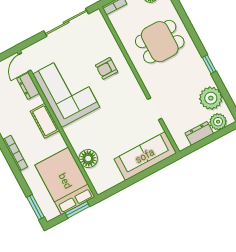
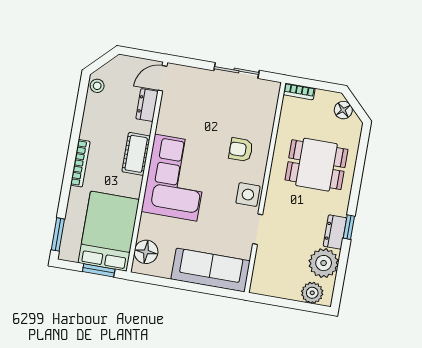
sliding door: (66, 22) -> (236, 71), width x0.73
corner sofa: (66, 90) -> (176, 178), moved
side table: (132, 92) -> (248, 195), added
dresser: (199, 133) -> (335, 232), moved, turned -90
floor lamp: (88, 159) -> (146, 252), moved

